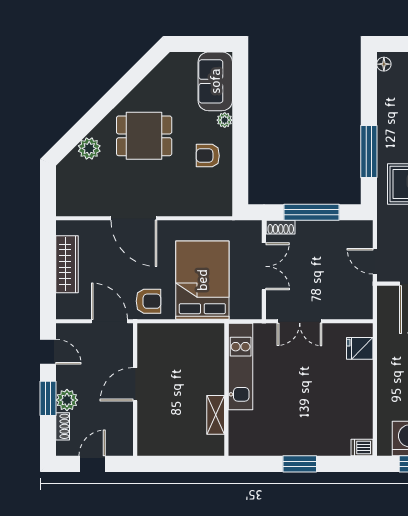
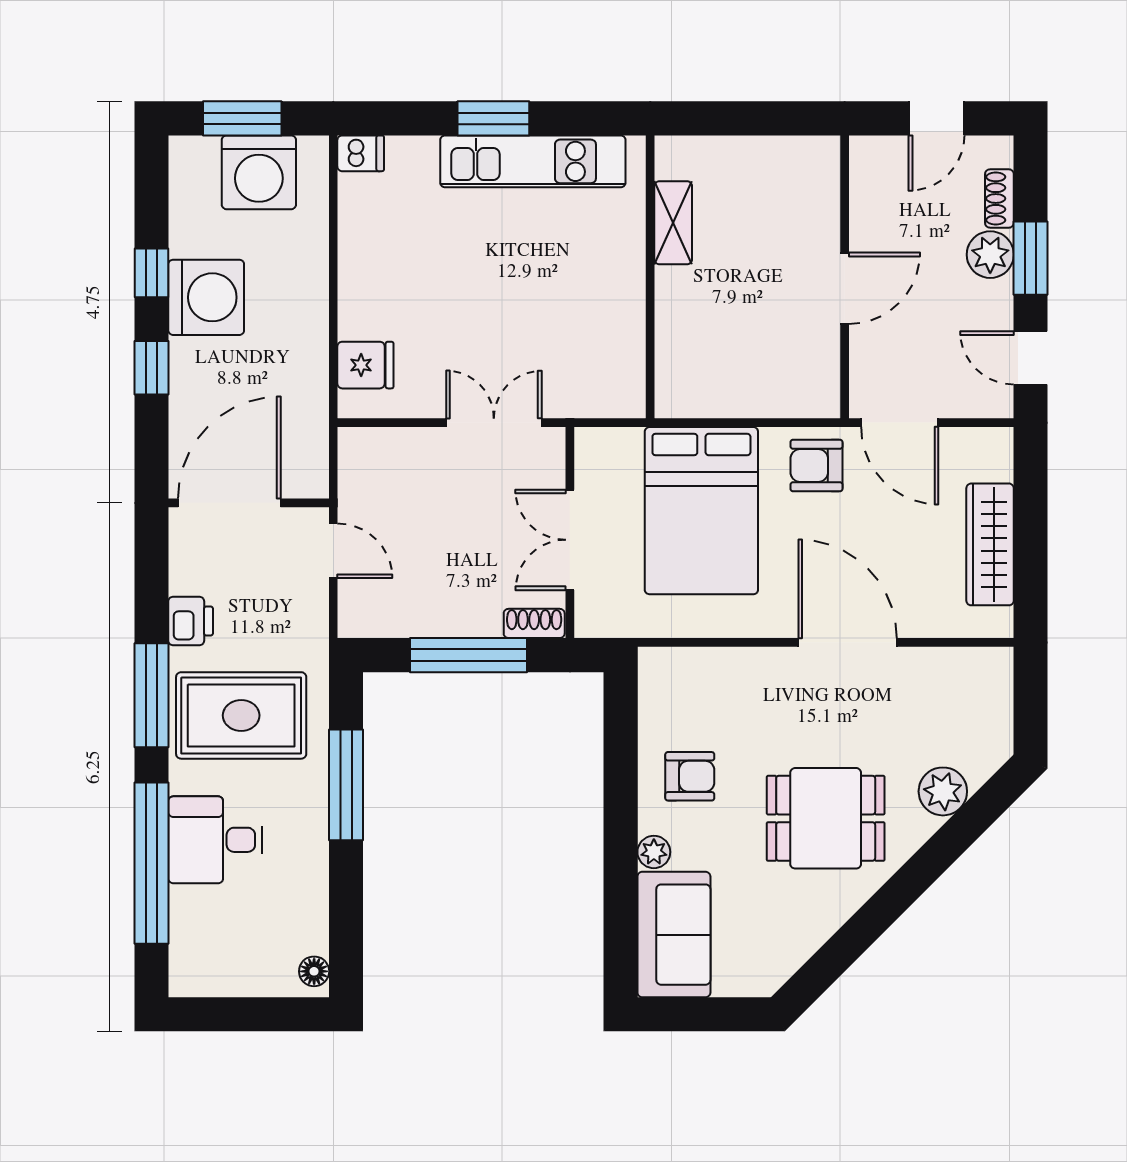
kitchen unit: (241, 367) -> (533, 161), moved, turned -90

